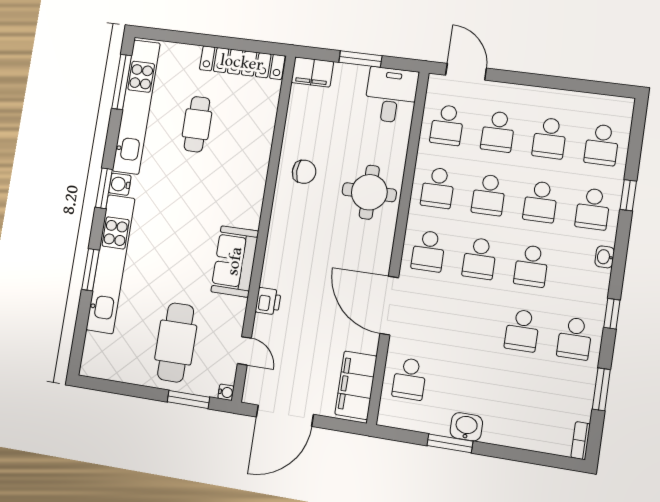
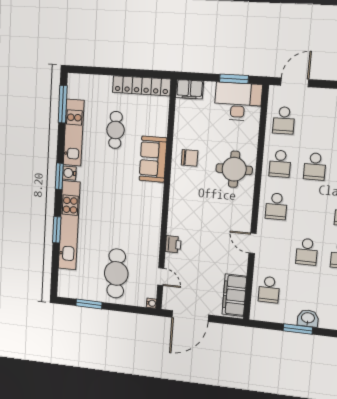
window: (360, 59) -> (234, 79), moved
door: (466, 72) -> (295, 82), hinge flipped
desk: (391, 95) -> (238, 102), width x1.37
kitchen unit: (136, 107) -> (74, 133), width x0.73
school desk: (498, 131) -> (319, 123), removed
school desk: (479, 258) -> (307, 252), moved
sofa: (235, 261) -> (153, 159), moved
door: (389, 306) -> (253, 243), width x0.53
window: (188, 399) -> (89, 304), moved

